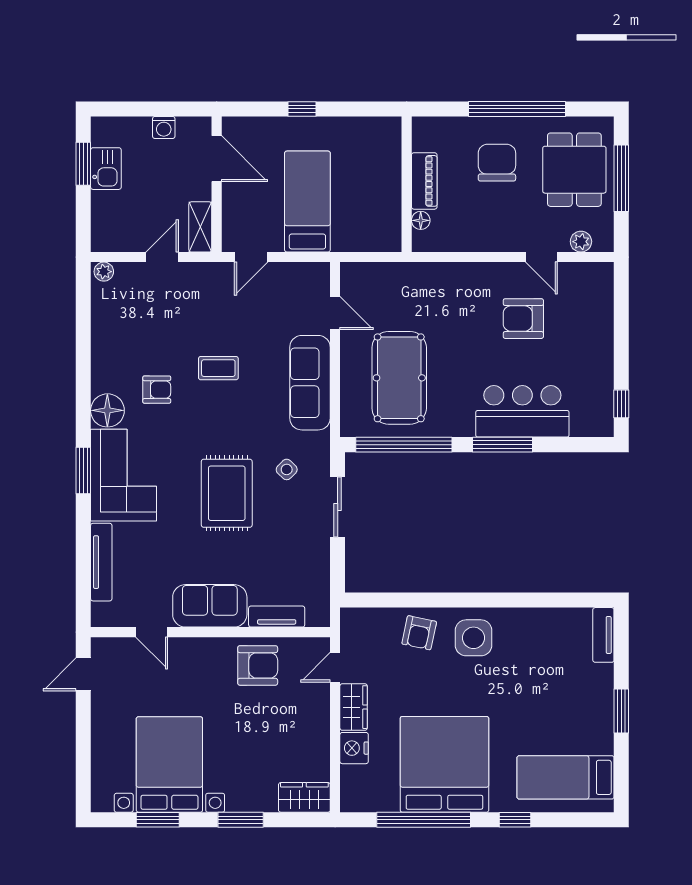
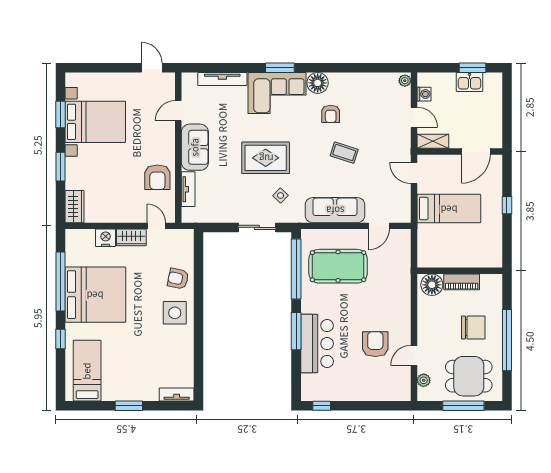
washing machine: (164, 127) -> (424, 94), moved, turned 180
floor lamp: (421, 220) -> (432, 285), width x1.89, depth x1.89
coffee table: (218, 368) -> (344, 153), turned -72

